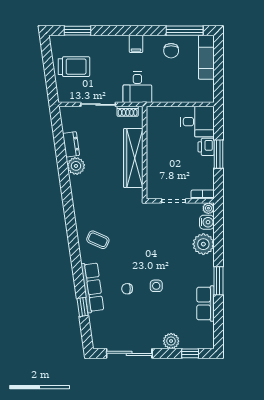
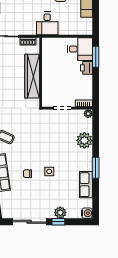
desk: (137, 87) -> (47, 23), moved
window: (218, 154) -> (96, 57), moved
water cooler: (207, 222) -> (87, 213), moved
window: (190, 353) -> (58, 222), moved

